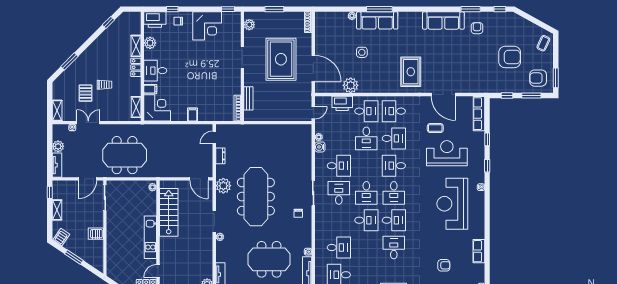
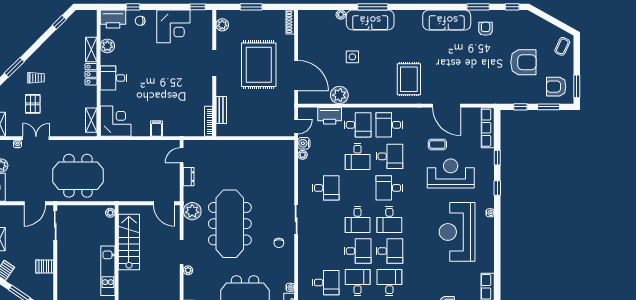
trolley: (104, 85) -> (36, 78), moved
filing cabinet: (150, 89) -> (108, 99), removed
water cooler: (320, 147) -> (304, 143), moved
desk: (339, 193) -> (358, 283), moved

